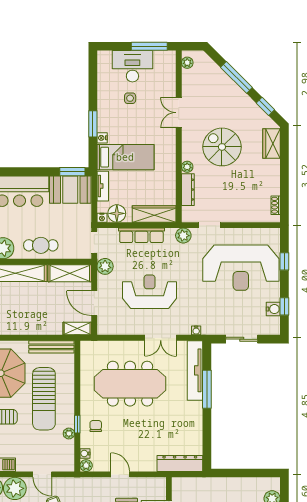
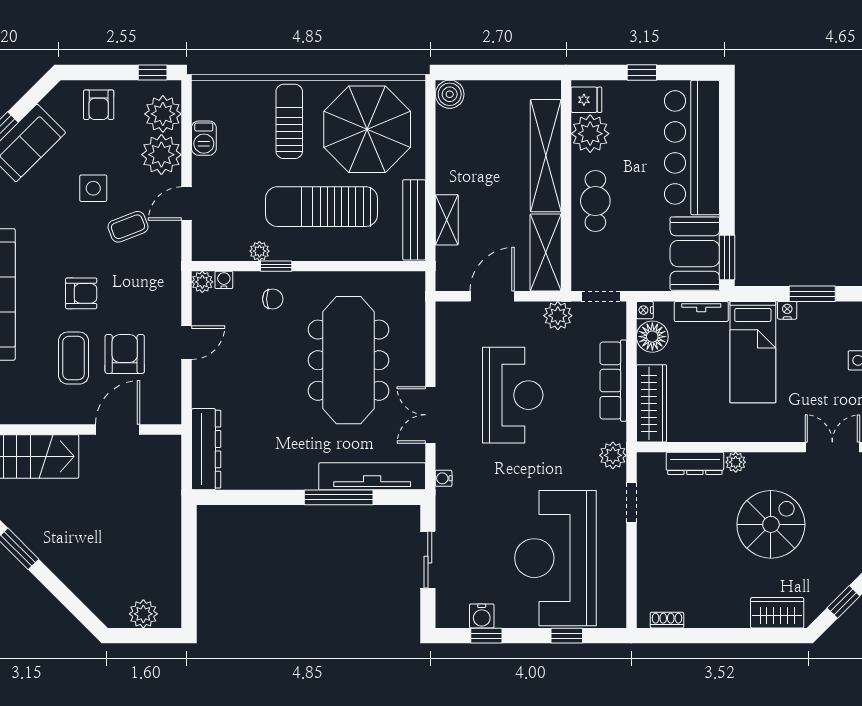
shelving: (77, 329) -> (447, 220), moved

